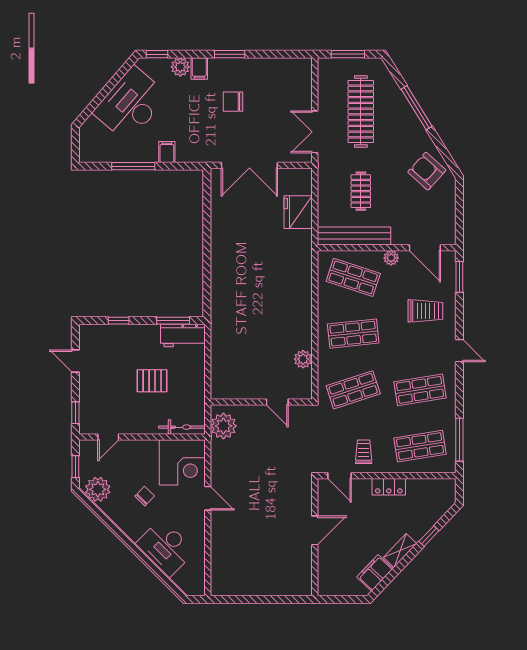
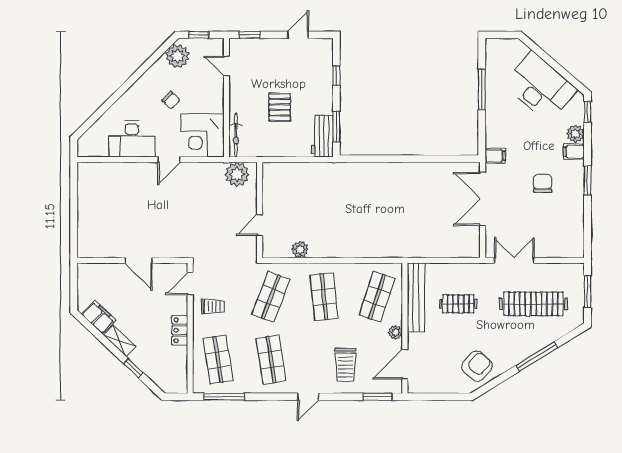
filing cabinet: (167, 152) -> (495, 156), moved
fridge: (298, 212) -> (439, 245), removed
shop shelf: (353, 390) -> (271, 297), turned 39
desk: (165, 548) -> (132, 139), moved, turned -135

